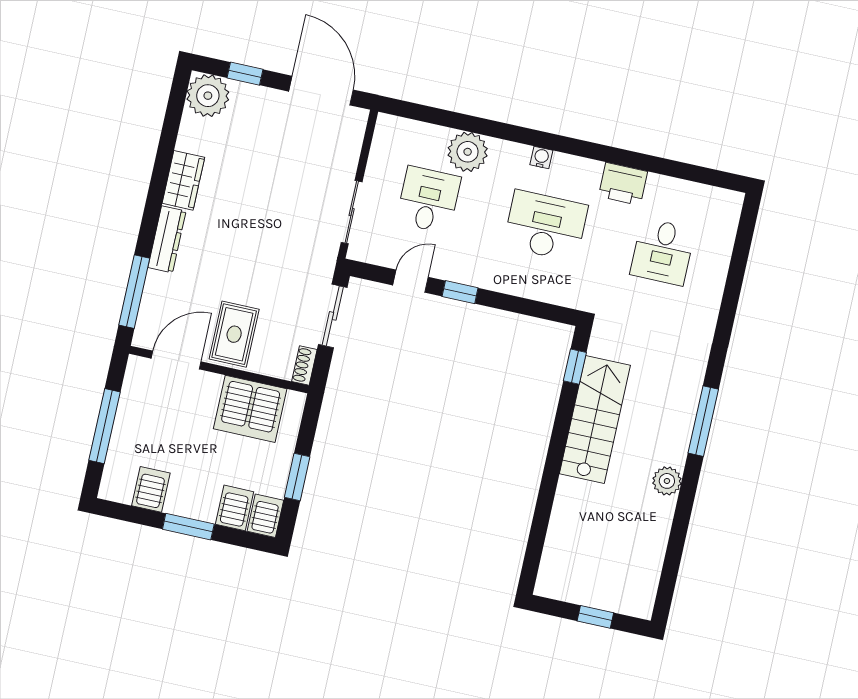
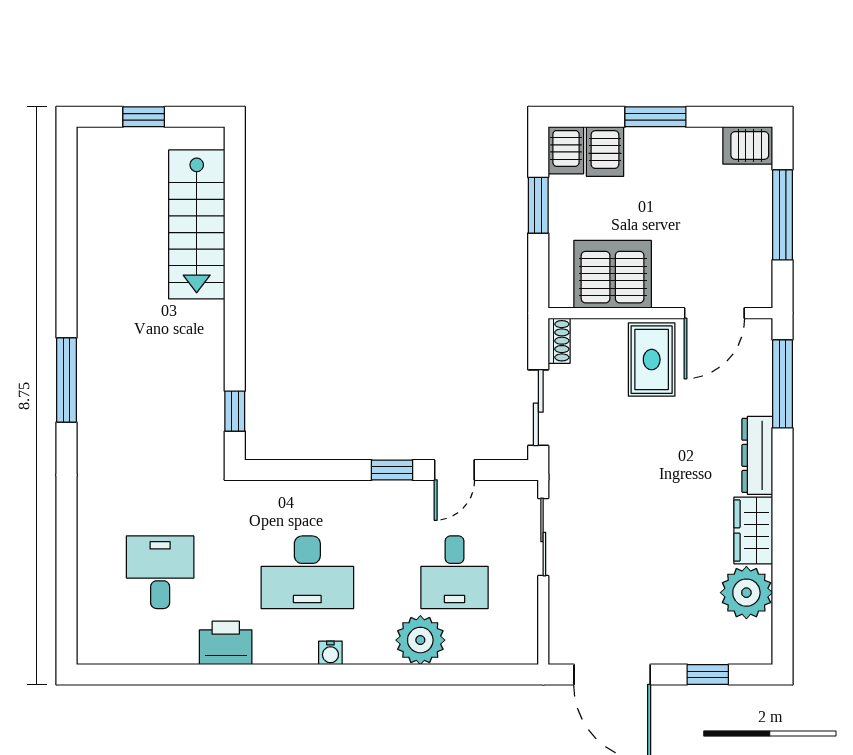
plant: (208, 96) -> (746, 593), moved
stairs: (595, 419) -> (197, 224), moved
plant: (667, 481) -> (94, 299), removed
server rack: (151, 489) -> (748, 145), moved, turned 90

